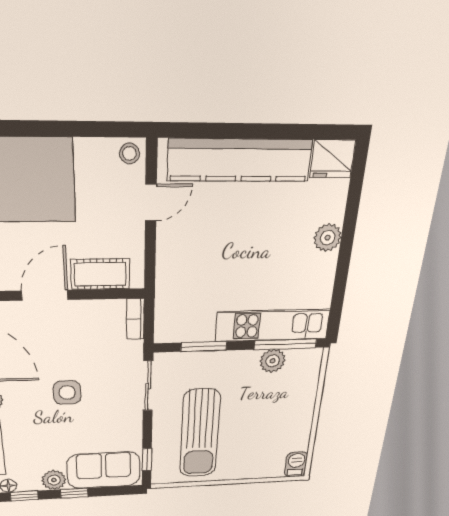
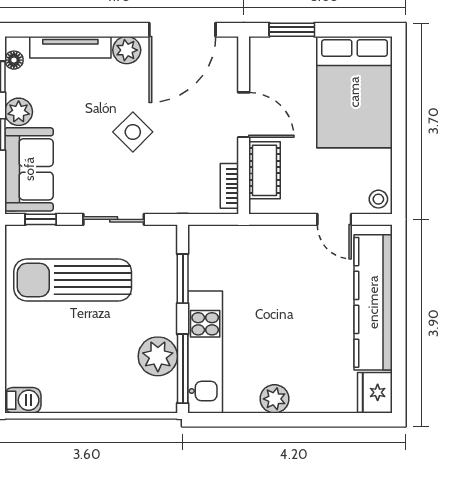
plant: (328, 238) -> (275, 399), moved
bookcase: (135, 319) -> (229, 186), moved, turned -90
plant: (273, 361) -> (158, 356), width x1.36, depth x1.36
sliding door: (148, 386) -> (114, 219), moved
side table: (67, 393) -> (133, 132), turned 45

